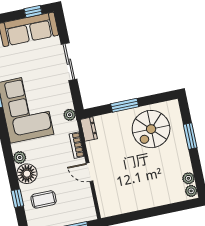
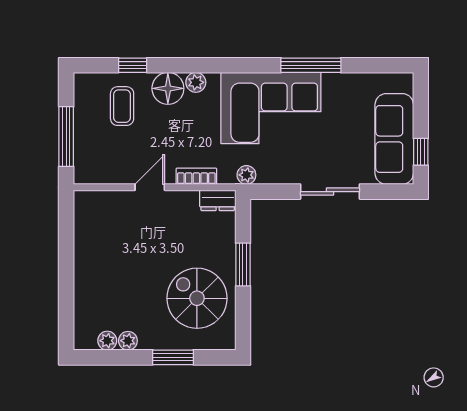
plant: (191, 191) -> (128, 341), moved

